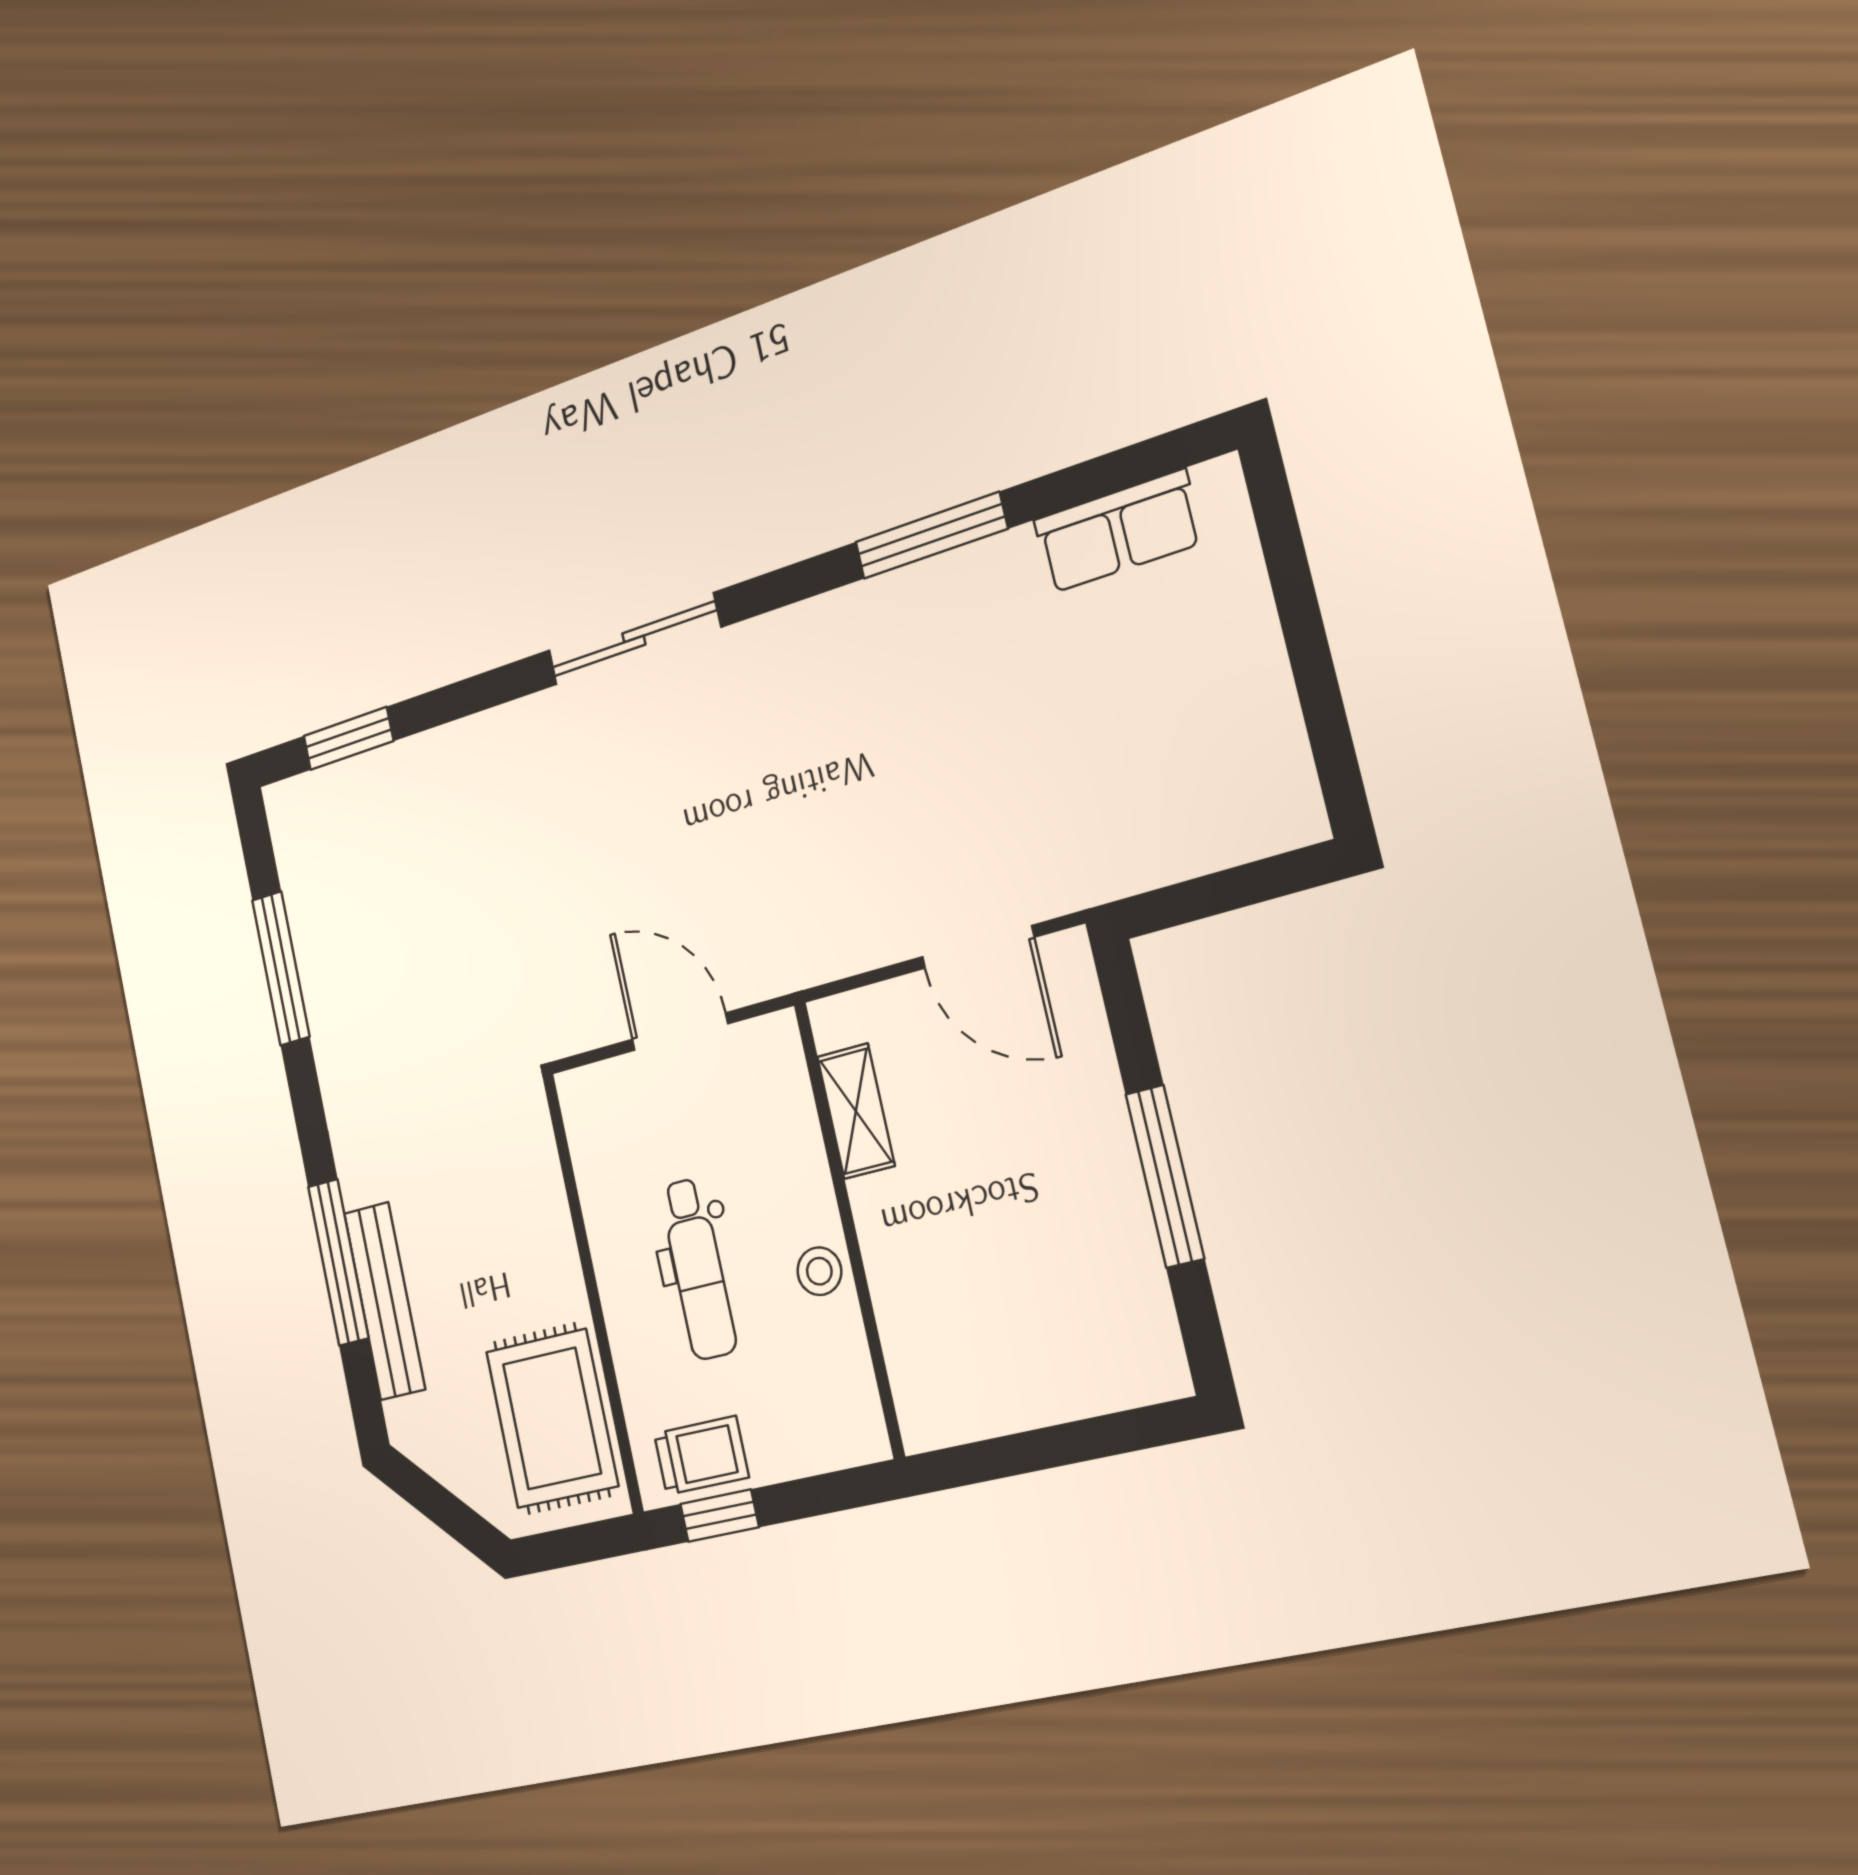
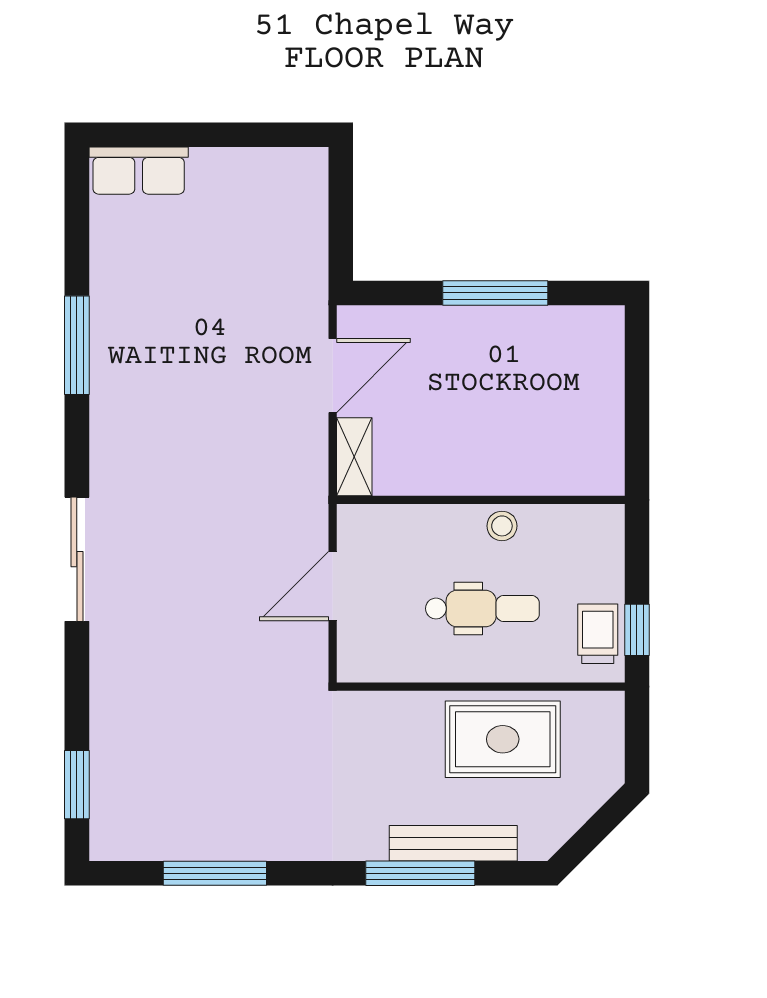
row of seats: (1118, 531) -> (139, 171), moved, turned 90
shelving: (856, 1111) -> (354, 457), moved, turned 90
rug: (552, 1419) -> (503, 739), moved

